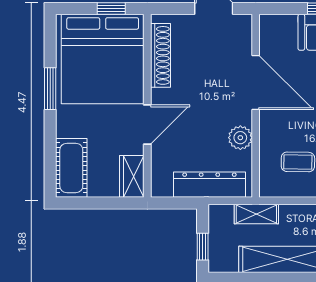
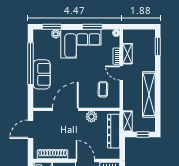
shelving: (256, 214) -> (128, 121), moved

